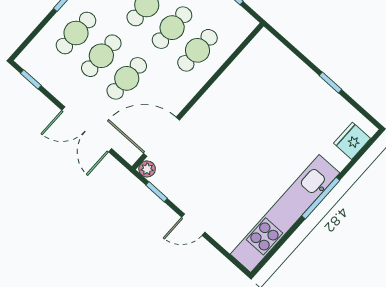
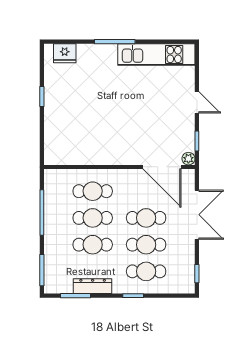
kitchen unit: (285, 213) -> (156, 55), width x0.73

